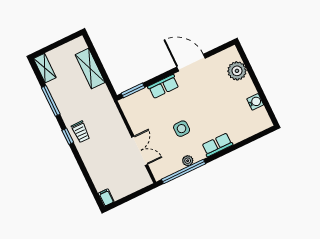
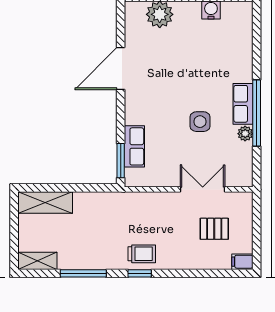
shelving: (90, 69) -> (45, 203), moved
row of seats: (163, 87) -> (134, 146), moved
row of seats: (217, 145) -> (243, 104), moved
pallet: (118, 170) -> (214, 229), added
window: (184, 172) -> (257, 113), moved

